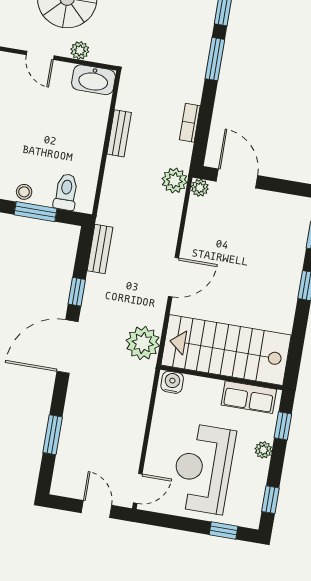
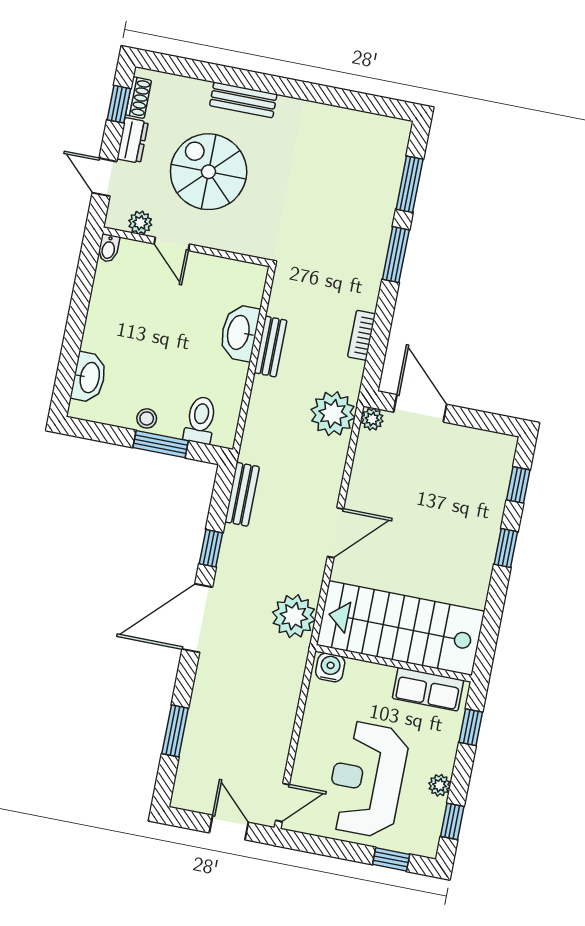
plant: (80, 50) -> (140, 223), moved
washbasin: (93, 80) -> (239, 333), moved, turned 90
plant: (175, 180) -> (333, 414), width x1.36, depth x1.36
plant: (263, 450) -> (439, 785), moved

